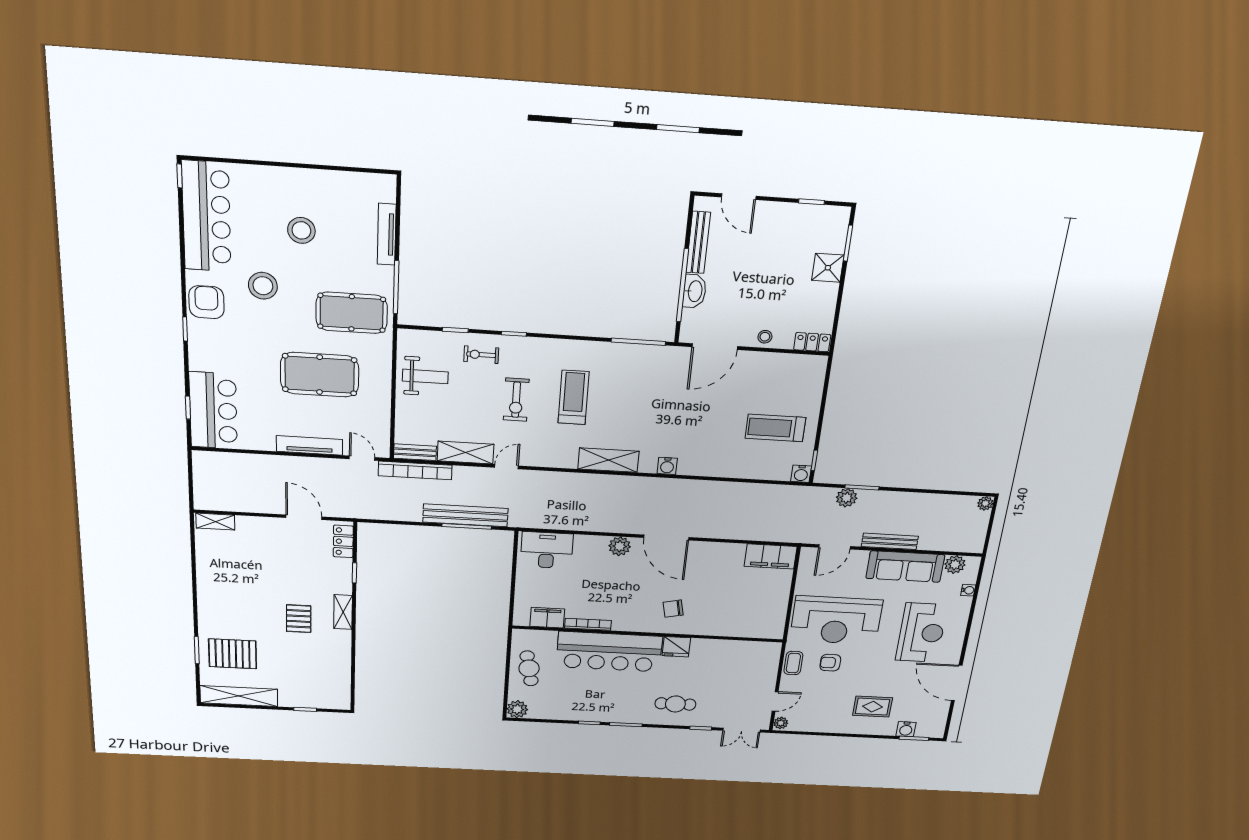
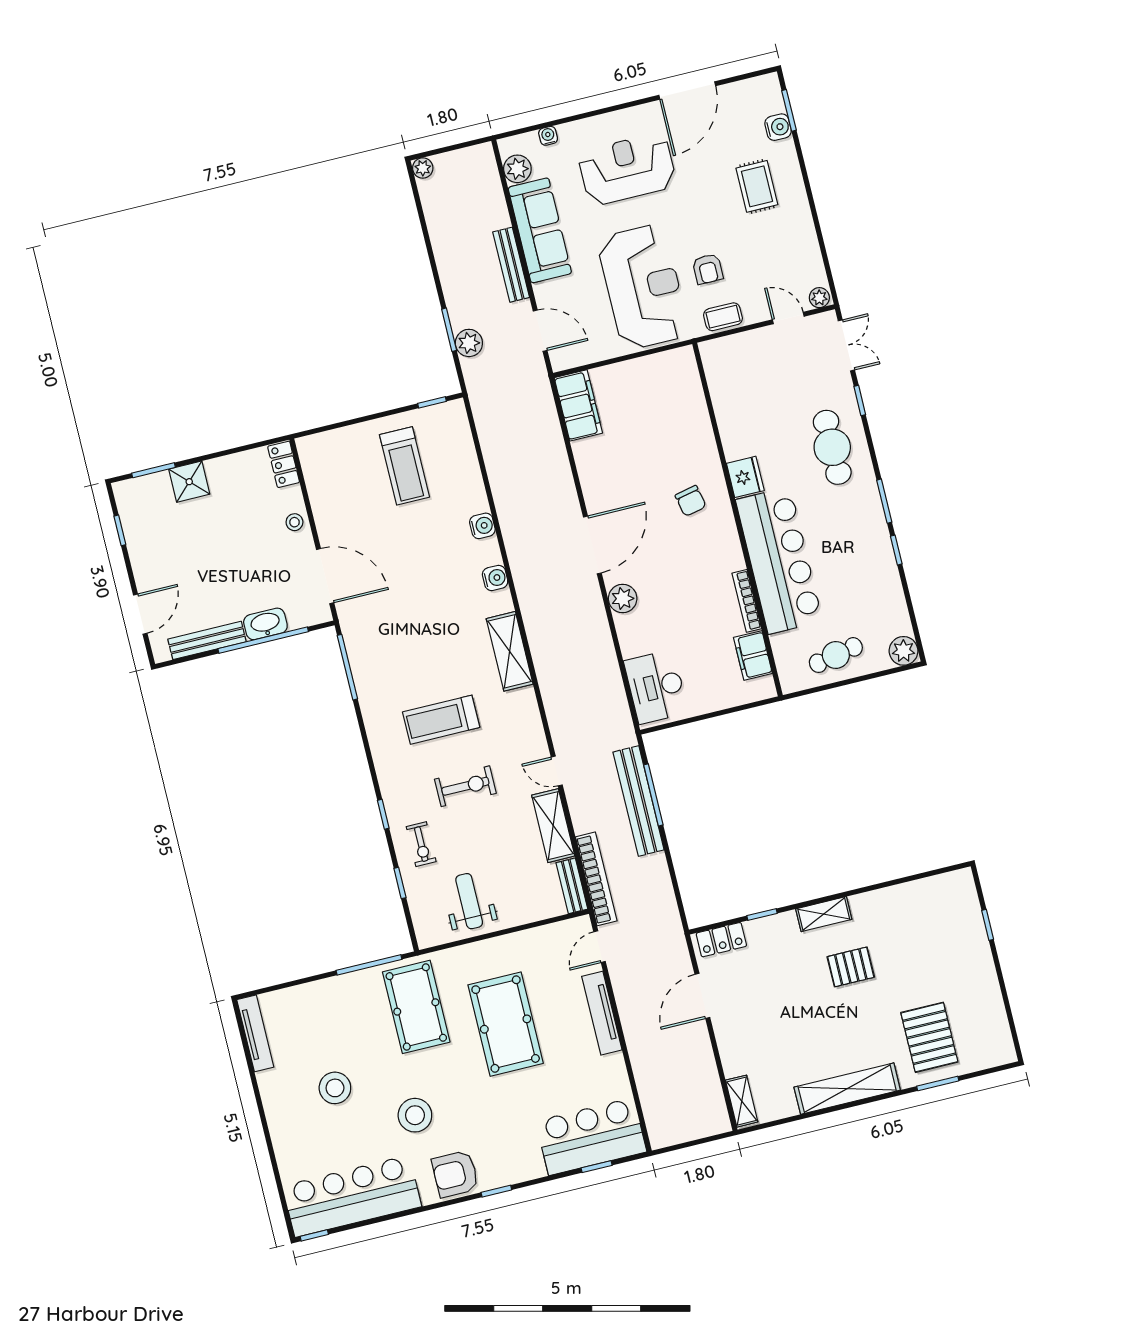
tv unit: (387, 234) -> (255, 1033), moved, turned -90
water cooler: (801, 474) -> (482, 526), moved
shelving: (239, 696) -> (847, 1089), moved, turned 90
cafe table: (675, 704) -> (832, 447), width x1.37, depth x1.35

